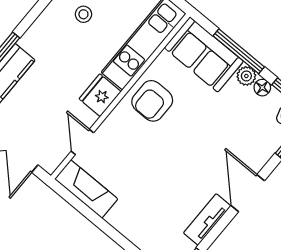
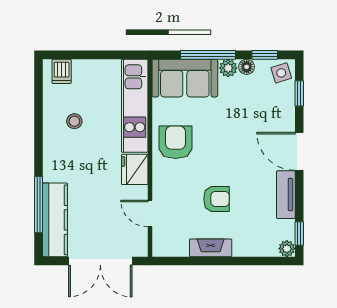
armchair: (152, 101) -> (176, 142), turned 180
armchair: (147, 176) -> (217, 199), added
fireplace: (86, 189) -> (211, 248), moved, width x0.73, depth x0.76

